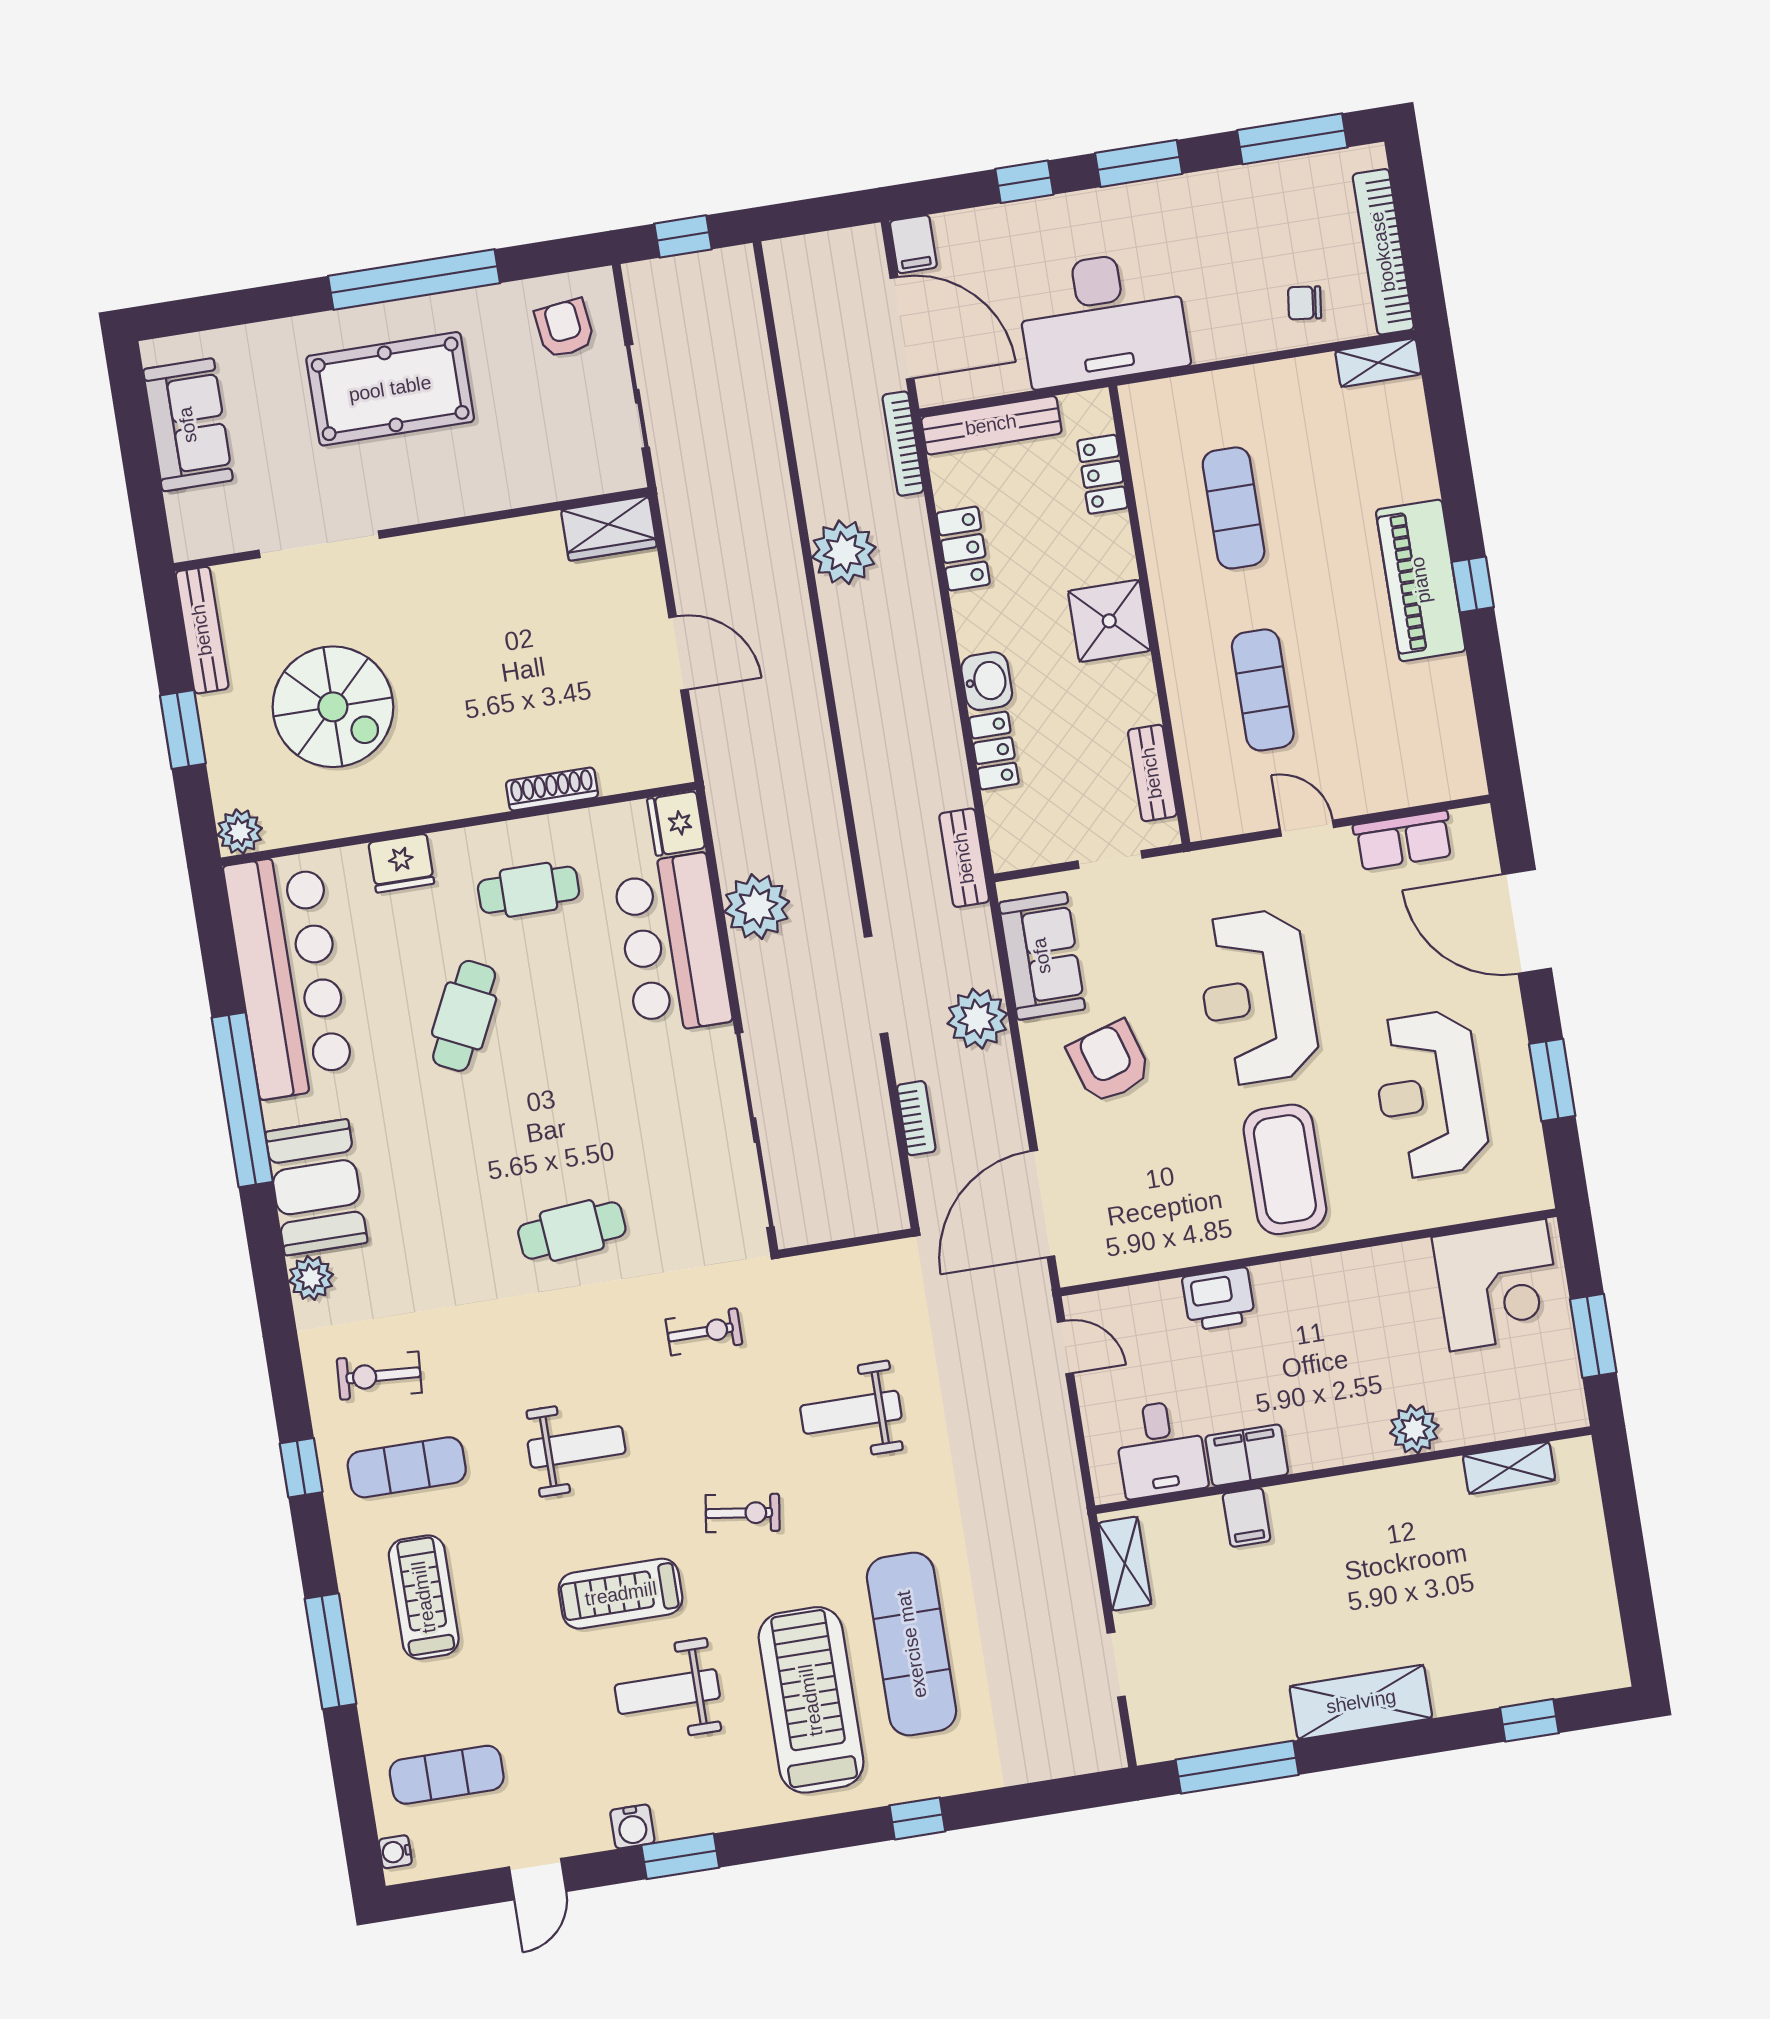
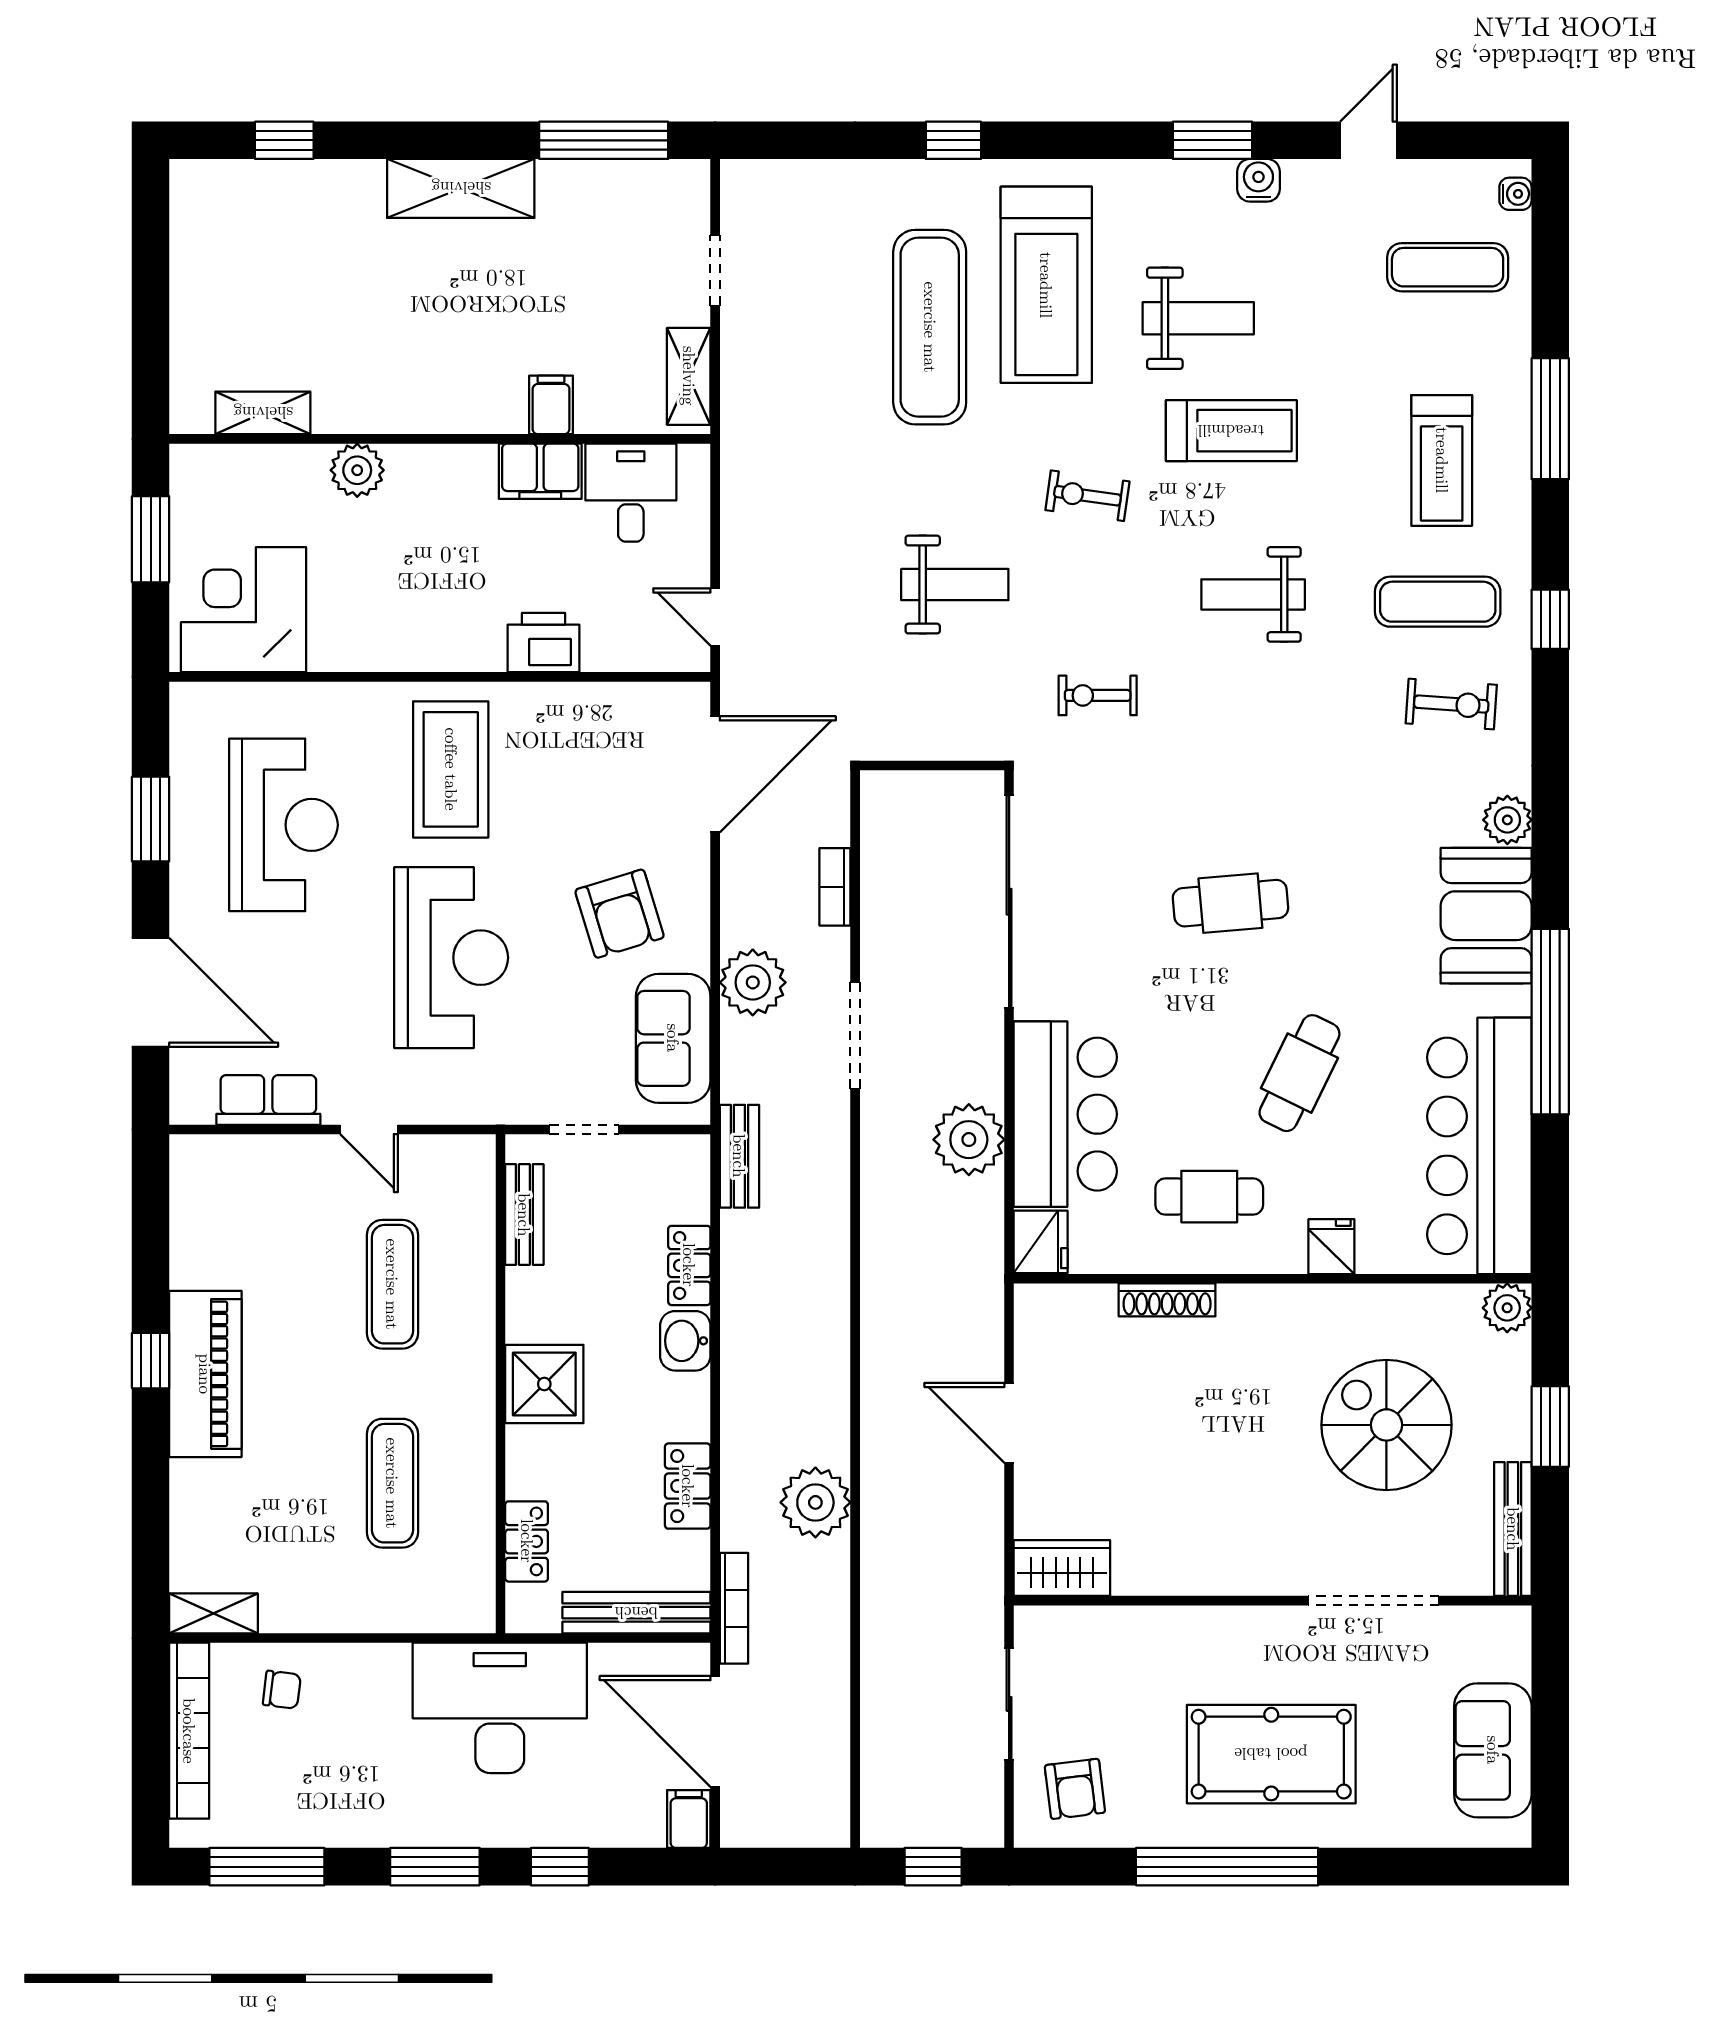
fridge: (401, 863) -> (1331, 1247), width x0.72
cafe table: (572, 1230) -> (1230, 903), moved

